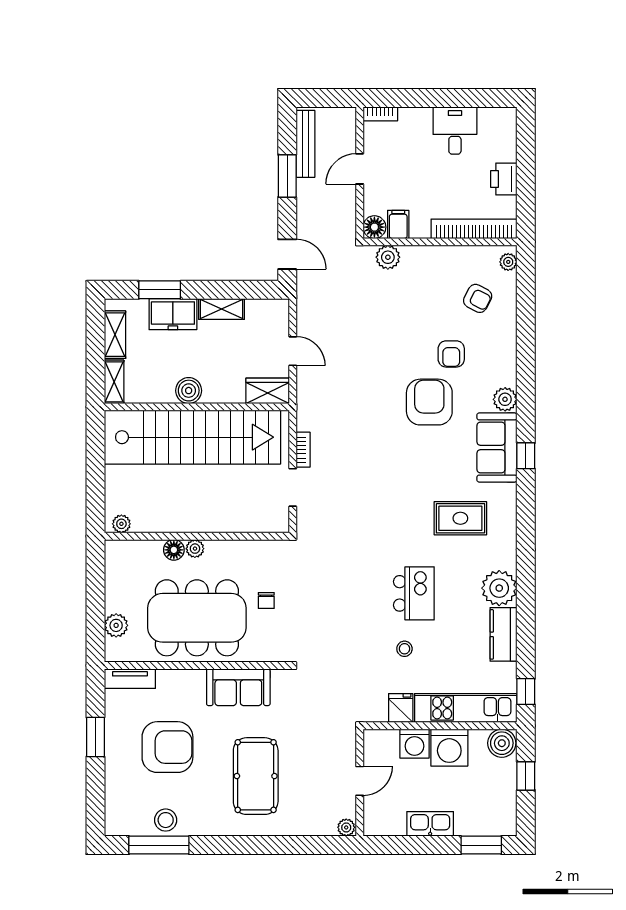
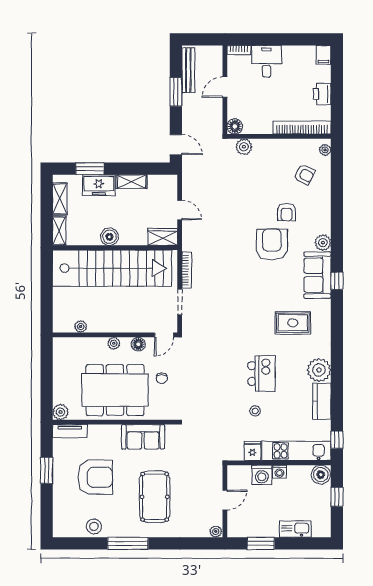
desk: (455, 131) -> (267, 61), moved
filing cabinet: (398, 224) -> (323, 55), moved, turned 180
bookcase: (303, 450) -> (187, 270), width x1.56
plant: (121, 524) -> (81, 327), moved
door: (270, 536) -> (164, 335), added
floor lamp: (174, 550) -> (138, 344), moved
plant: (116, 625) -> (61, 412), moved
washing machine: (449, 748) -> (279, 472), width x0.53, depth x0.53
kitchen sink: (430, 824) -> (295, 529), moved
window: (159, 845) -> (128, 543), moved
window: (481, 845) -> (261, 543), moved

